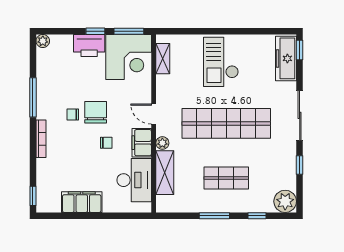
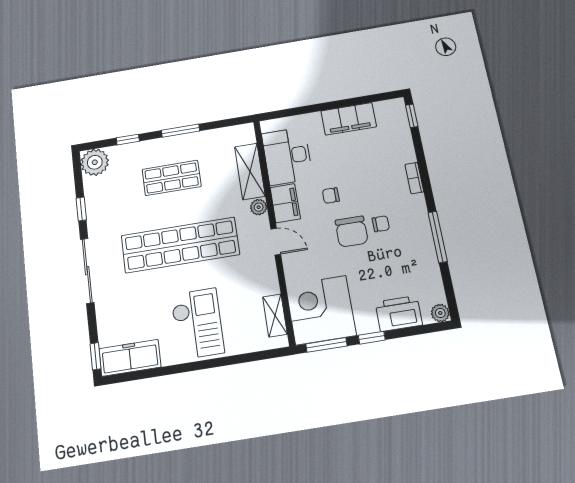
printer: (89, 45) -> (399, 313), moved
freezer: (286, 58) -> (130, 358), moved, turned -90
bookcase: (41, 139) -> (414, 178), width x0.64

